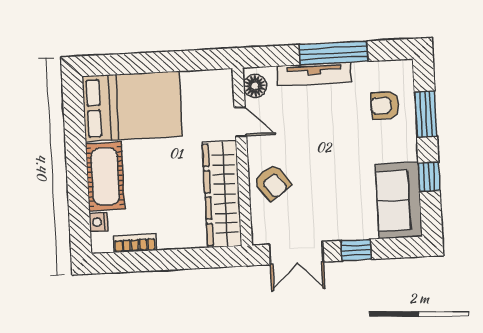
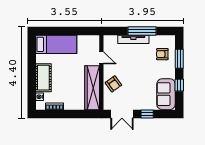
floor lamp: (255, 86) -> (108, 43), removed
bed: (132, 106) -> (56, 44), width x0.67

